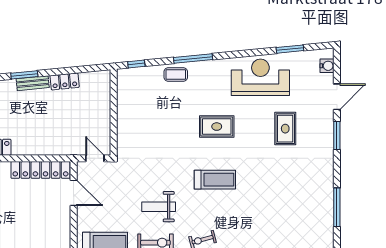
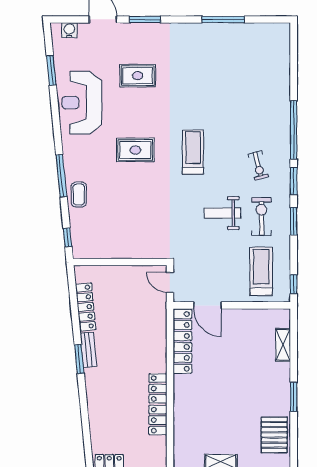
locker: (65, 81) -> (86, 307), width x1.53
rug: (217, 127) -> (135, 150), turned 90
door: (95, 158) -> (170, 282), hinge flipped
door: (74, 193) -> (207, 305), swing flipped
weight bench: (159, 207) -> (222, 213), turned 90

